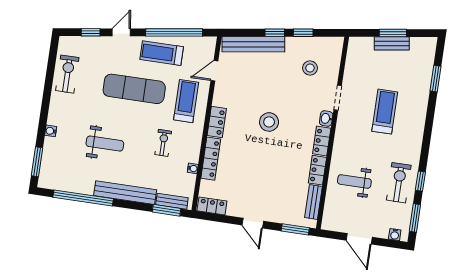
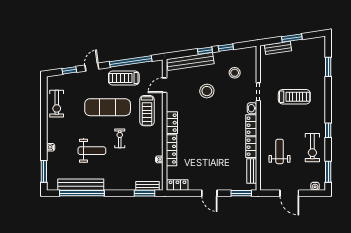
bench: (392, 43) -> (278, 48), moved
exercise bike: (67, 74) -> (57, 104), turned 180
treadmill: (186, 101) -> (147, 111), turned 180
treadmill: (385, 112) -> (294, 97), turned 90
stool: (269, 122) -> (207, 91), moved
exercise bike: (163, 143) -> (120, 138), moved
weight bench: (354, 181) -> (280, 151), turned 90
window: (420, 181) -> (328, 130), moved
exercise bike: (399, 183) -> (312, 148), turned 180
bench: (125, 193) -> (81, 185), moved

